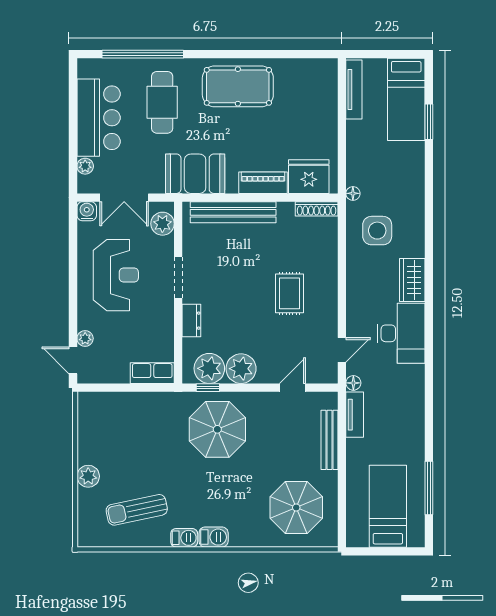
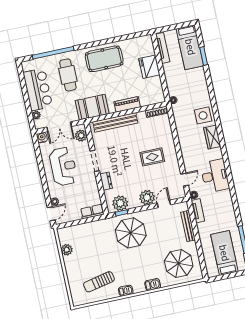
fridge: (309, 177) -> (149, 67), moved, turned -90
side table: (377, 231) -> (203, 115), moved
rug: (290, 293) -> (152, 157), turned 90
desk: (401, 333) -> (215, 176), moved
door: (73, 360) -> (51, 214), swing flipped
plant: (241, 369) -> (147, 197), moved
plant: (88, 476) -> (67, 250), moved
barbecue: (214, 537) -> (153, 285), moved

